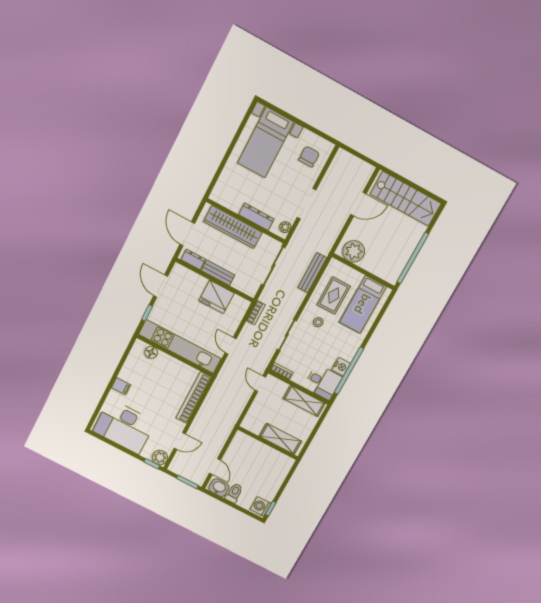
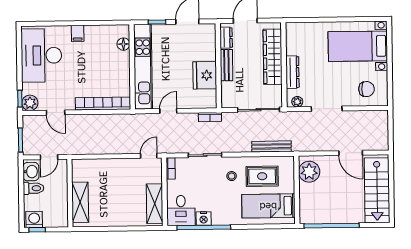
shelving: (280, 439) -> (80, 202), moved
wall: (268, 443) -> (70, 193), moved

